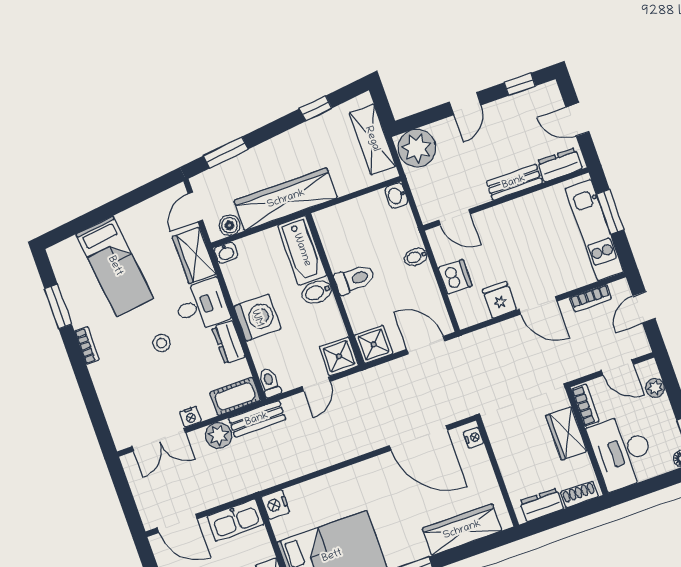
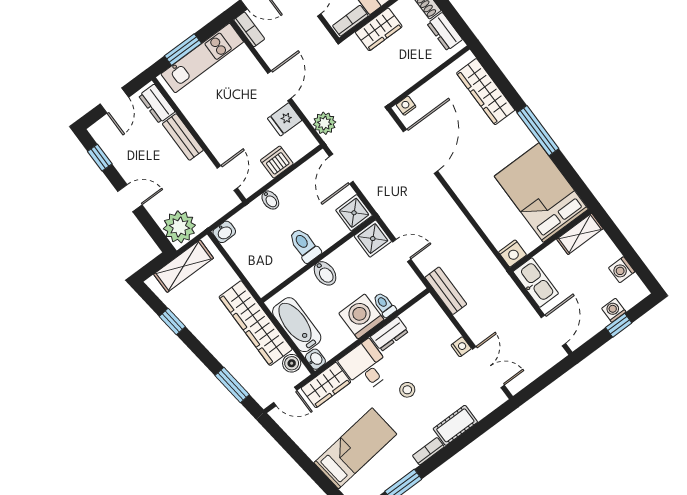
bathtub: (302, 250) -> (297, 325), moved, turned -90
bookcase: (591, 298) -> (249, 29), moved
toilet: (270, 383) -> (384, 305), moved, turned 90
cot: (235, 396) -> (455, 425), moved, turned 90
plant: (218, 435) -> (324, 123), moved

